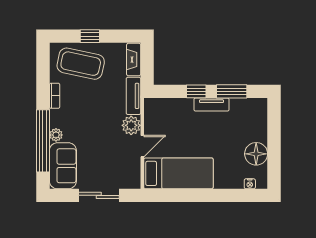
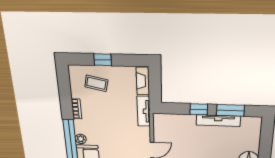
coffee table: (81, 64) -> (96, 83), width x0.54, depth x0.58
tv unit: (211, 105) -> (218, 121), width x1.41
plant: (131, 125) -> (142, 134), removed

